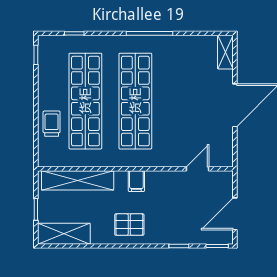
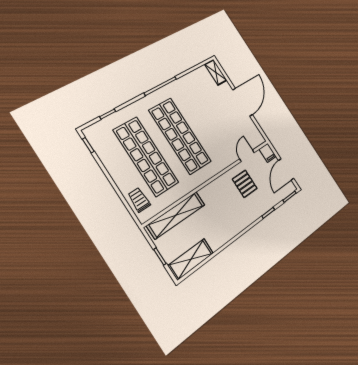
trolley: (52, 124) -> (139, 200), moved
filing cabinet: (136, 181) -> (268, 153), moved
pallet: (129, 225) -> (245, 184), moved, turned 90

